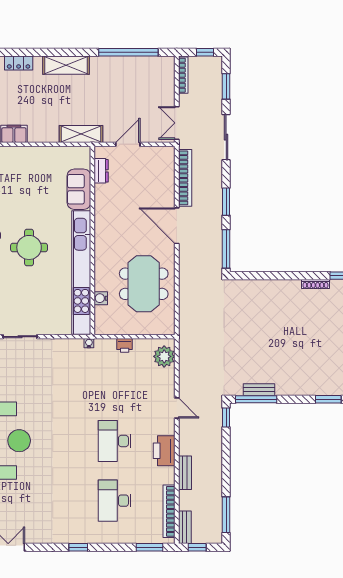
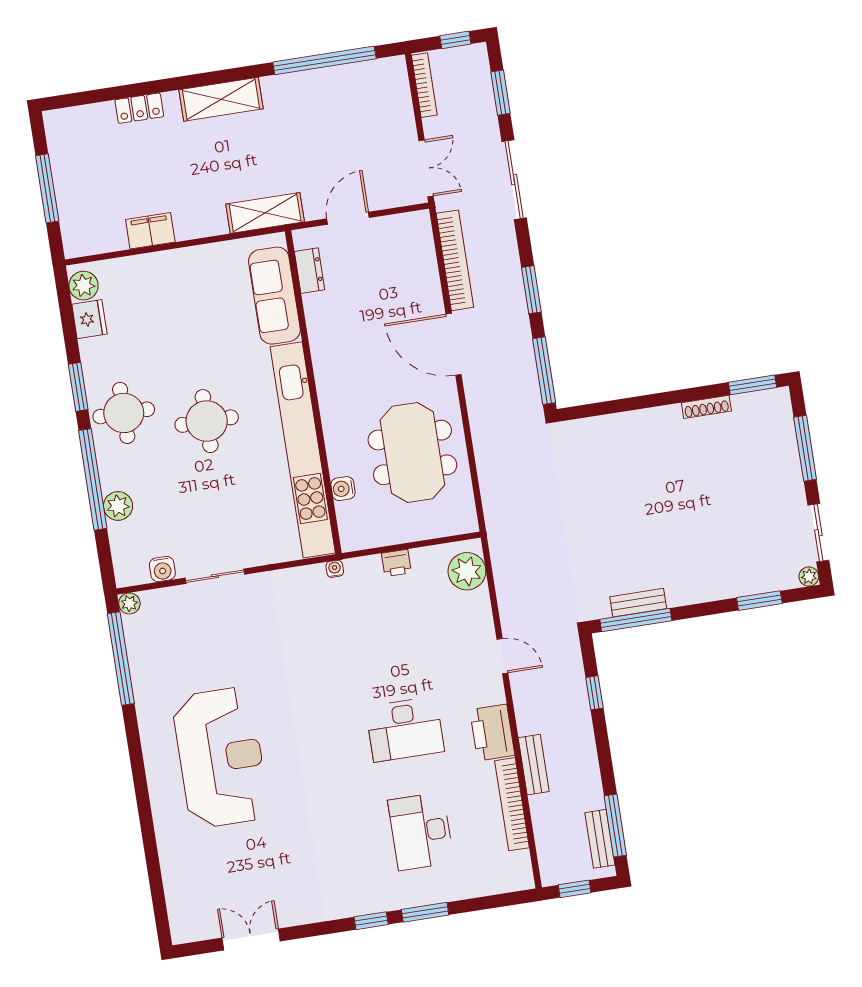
double door: (177, 123) -> (426, 168), swing flipped
sofa: (79, 189) -> (274, 296), width x1.36
window: (226, 418) -> (594, 693), moved
desk: (115, 441) -> (405, 729), turned -90
bookcase: (169, 511) -> (512, 804), moved
bench: (185, 527) -> (600, 839), moved
window: (149, 547) -> (425, 912), moved

